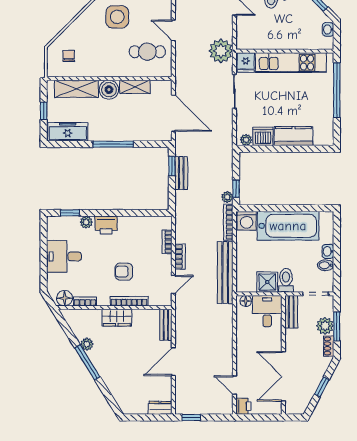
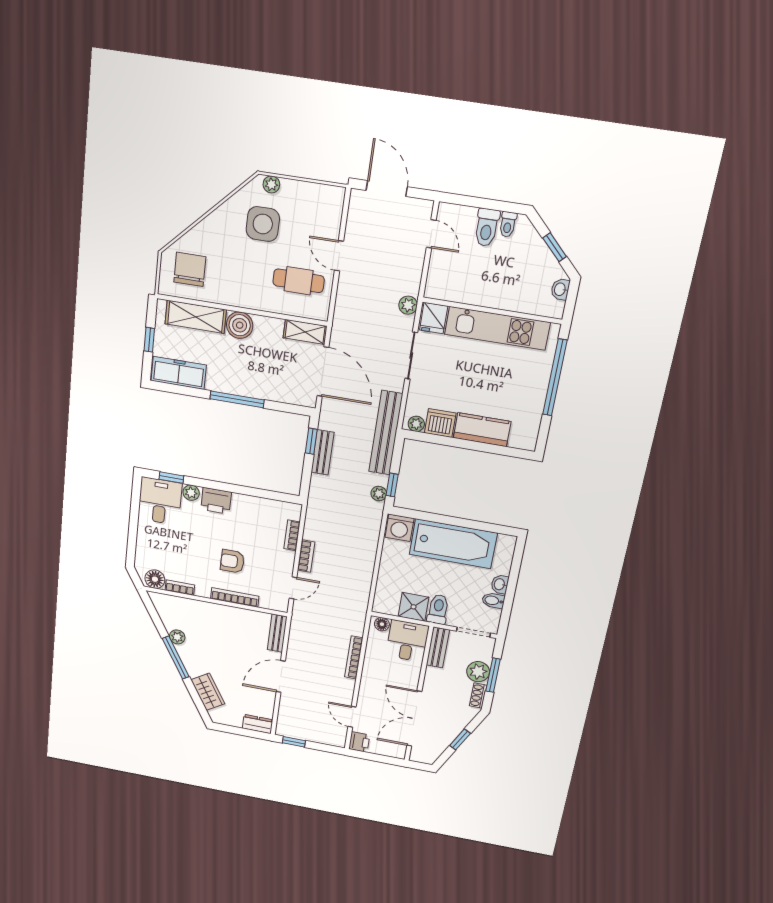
plant: (221, 51) -> (408, 305), width x0.53, depth x0.53
chair: (69, 56) -> (190, 269), width x1.87, depth x1.87
shelving: (135, 87) -> (305, 332), moved
bookcase: (228, 222) -> (354, 657), moved
desk: (64, 256) -> (160, 501), moved, turned 90
bench: (225, 273) -> (386, 433), moved
wardrobe: (117, 318) -> (208, 692), moved, turned -122

